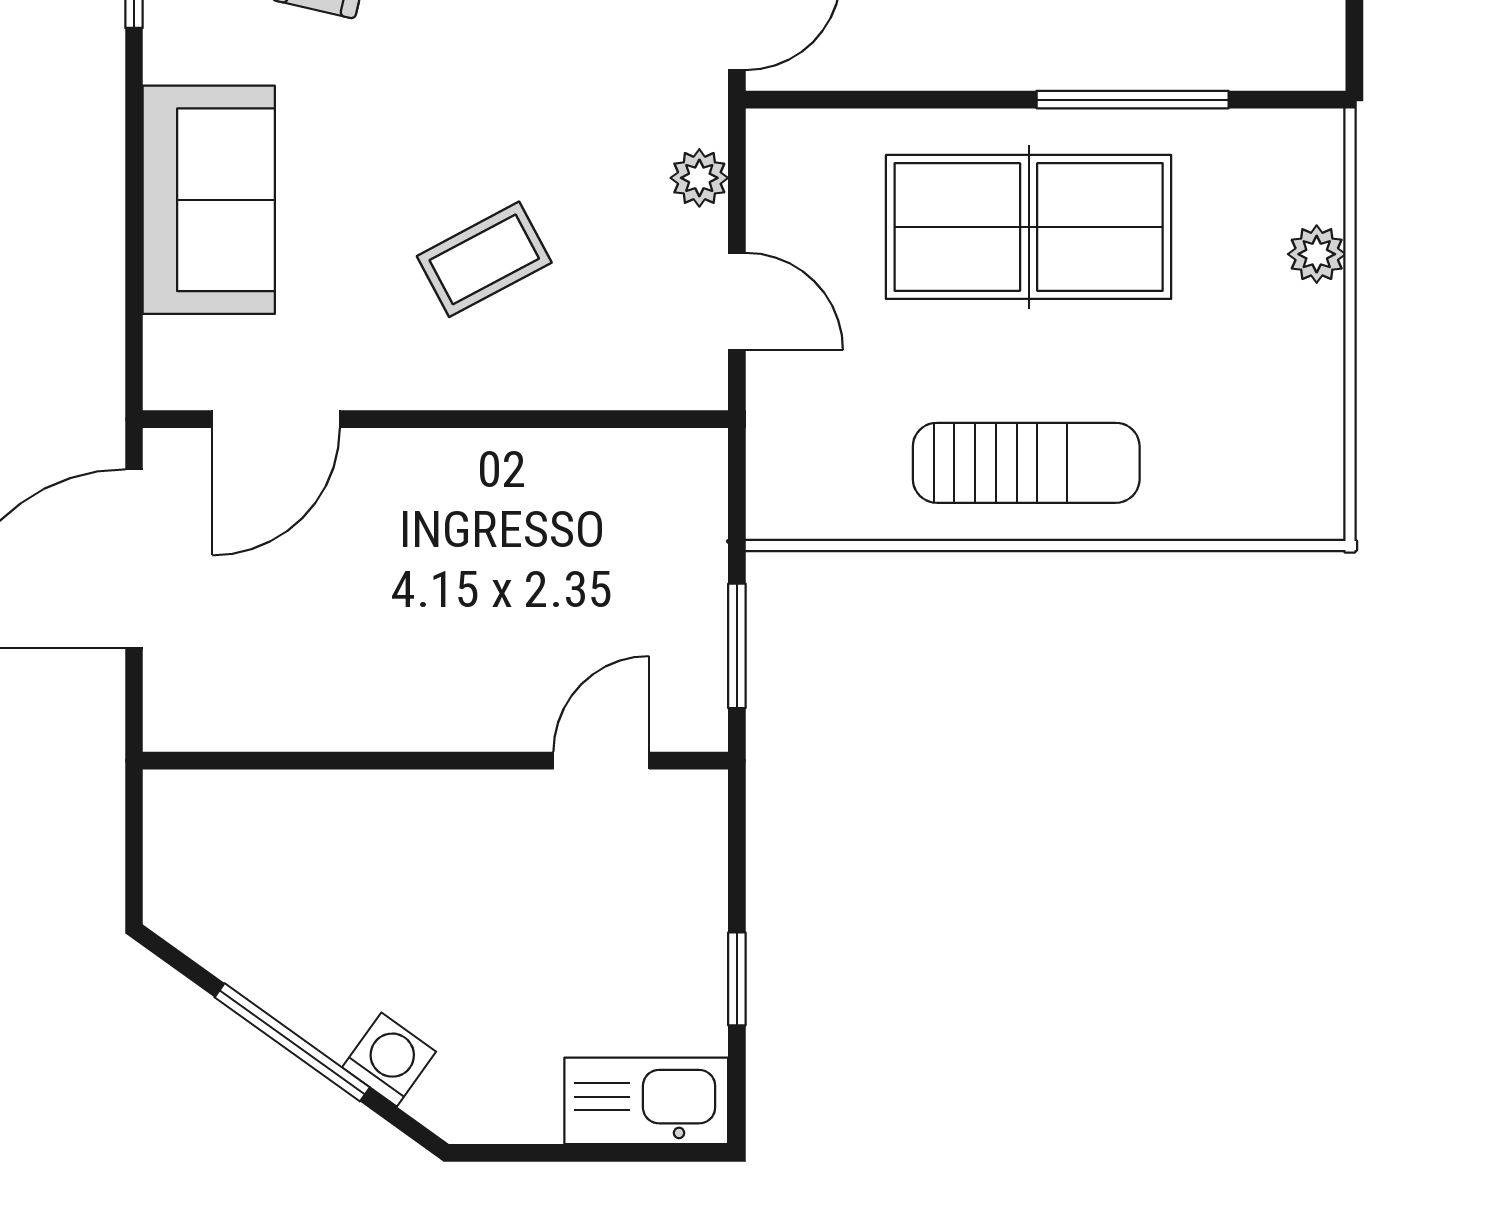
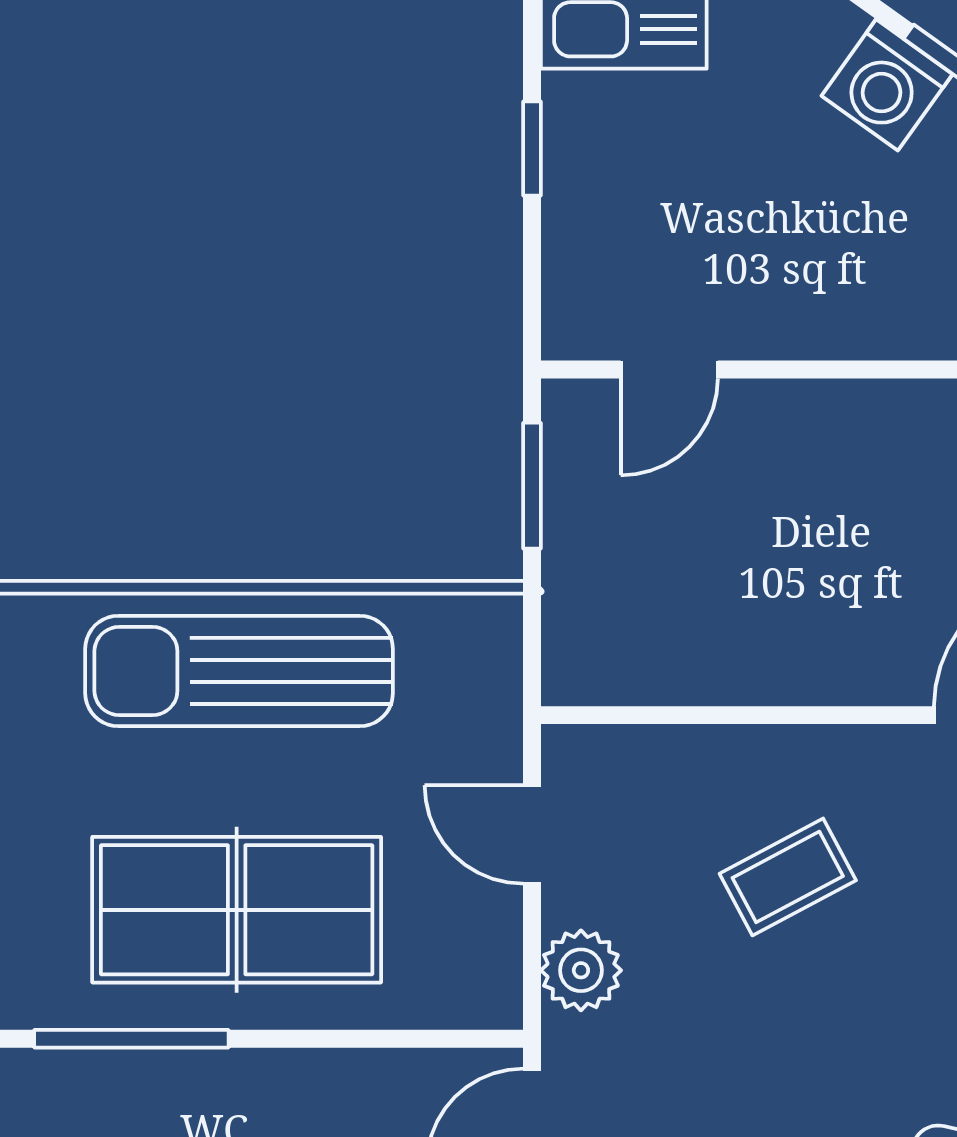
plant: (699, 178) -> (581, 970), width x1.38, depth x1.38
sun lounger: (1026, 463) -> (239, 671), width x1.36, depth x1.34
washing machine: (389, 1060) -> (887, 85), width x1.38, depth x1.38

